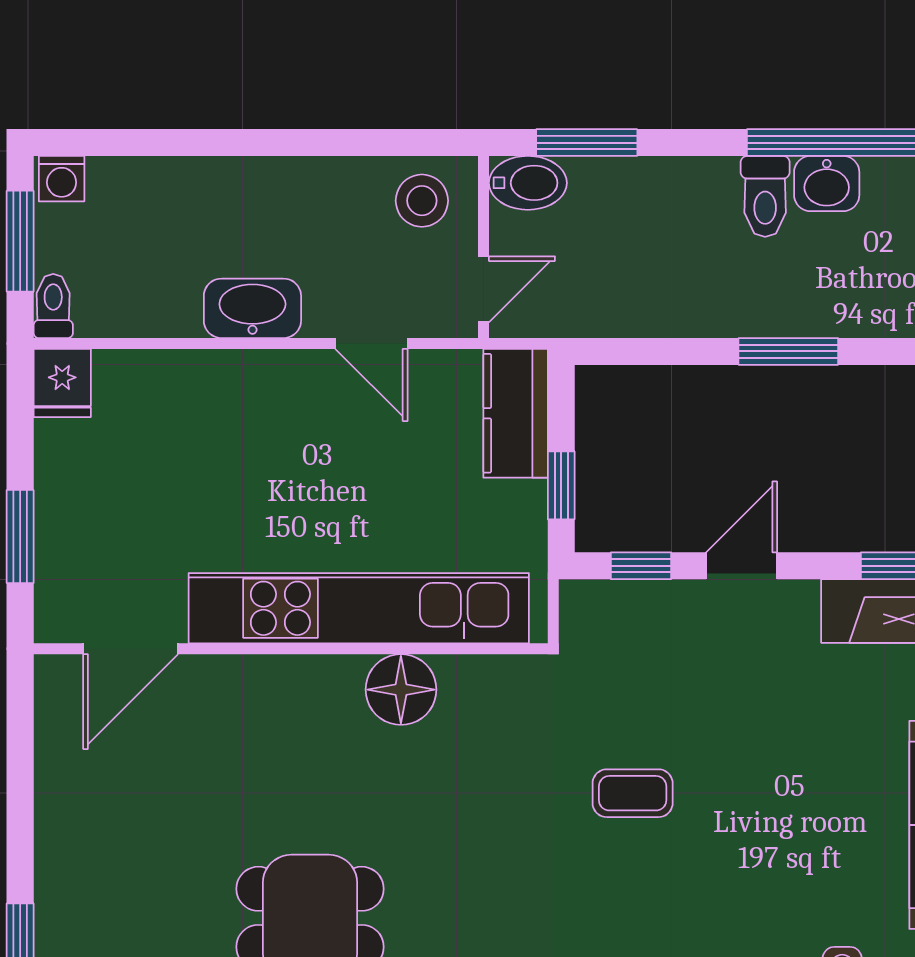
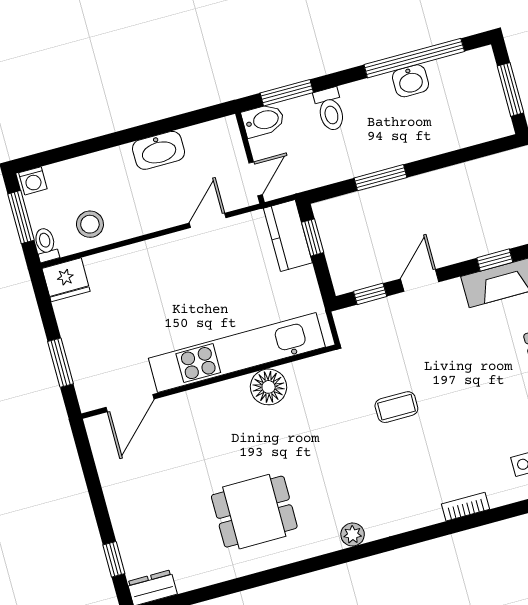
toilet: (765, 196) -> (330, 109), moved
stool: (422, 201) -> (90, 224), moved
washbasin: (252, 308) -> (158, 150), moved, turned 180
door: (371, 343) -> (208, 220), swing flipped
window: (788, 351) -> (380, 178), moved
fridge: (62, 383) -> (66, 280), width x1.38
window: (561, 485) -> (313, 237), moved

